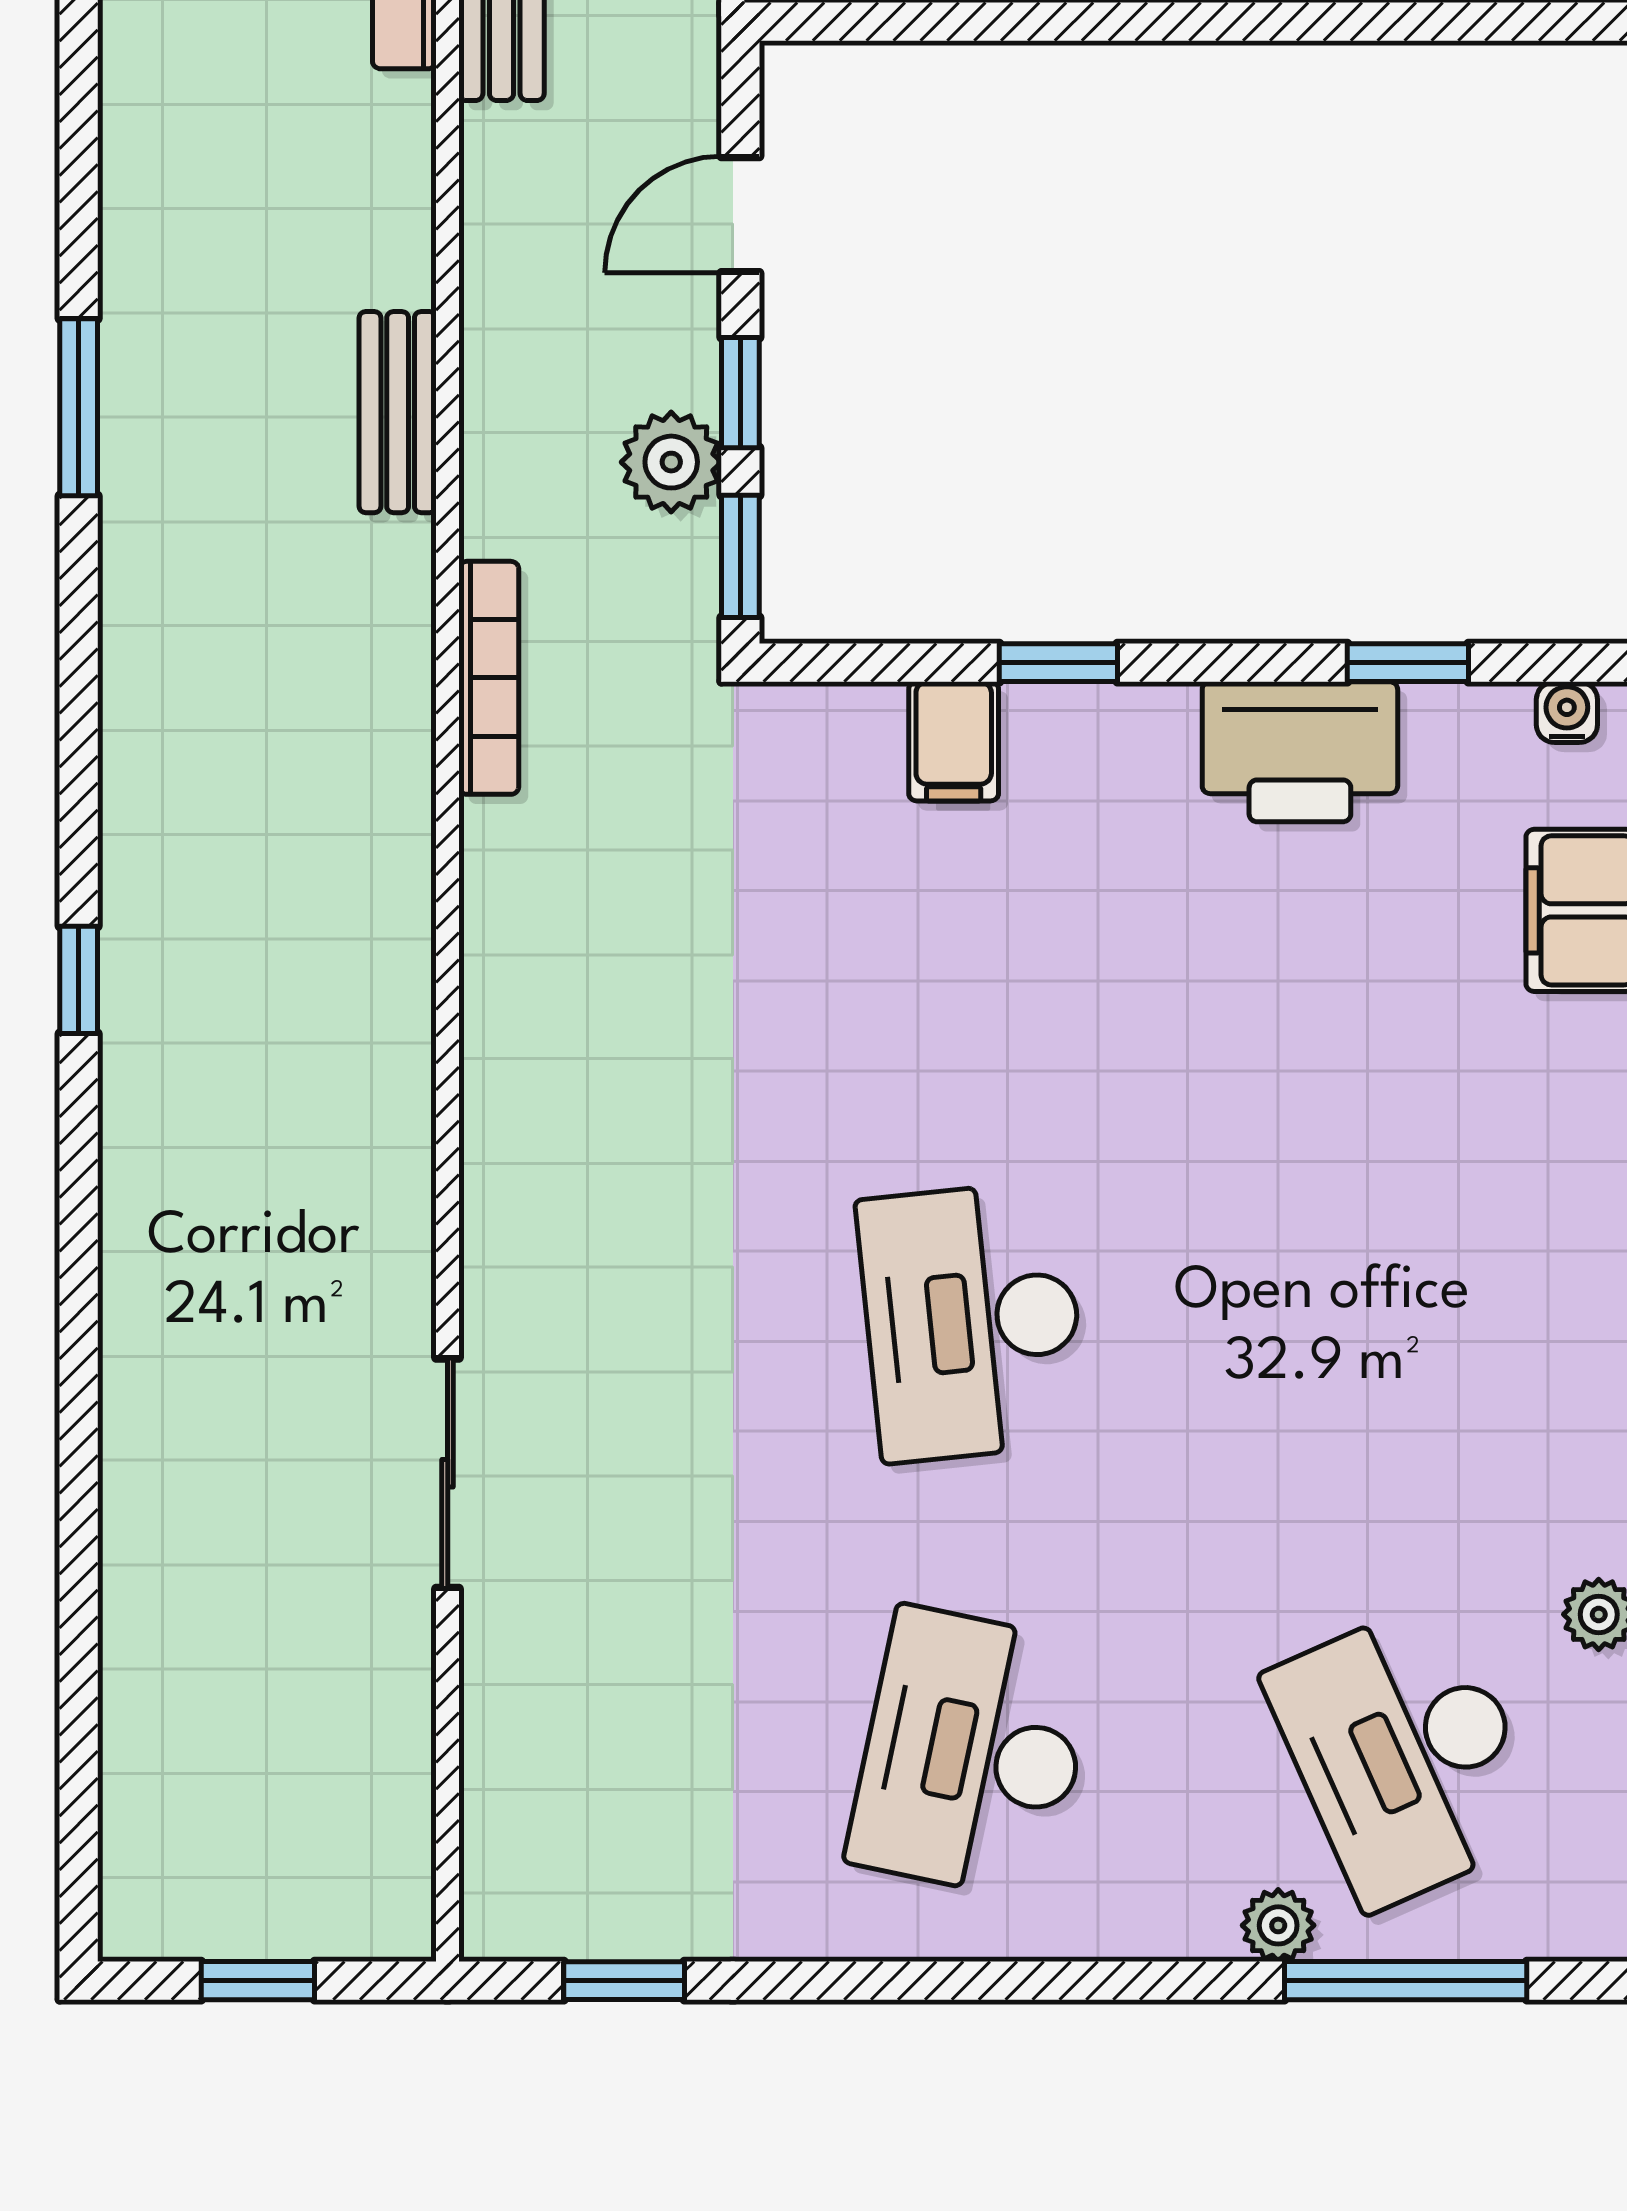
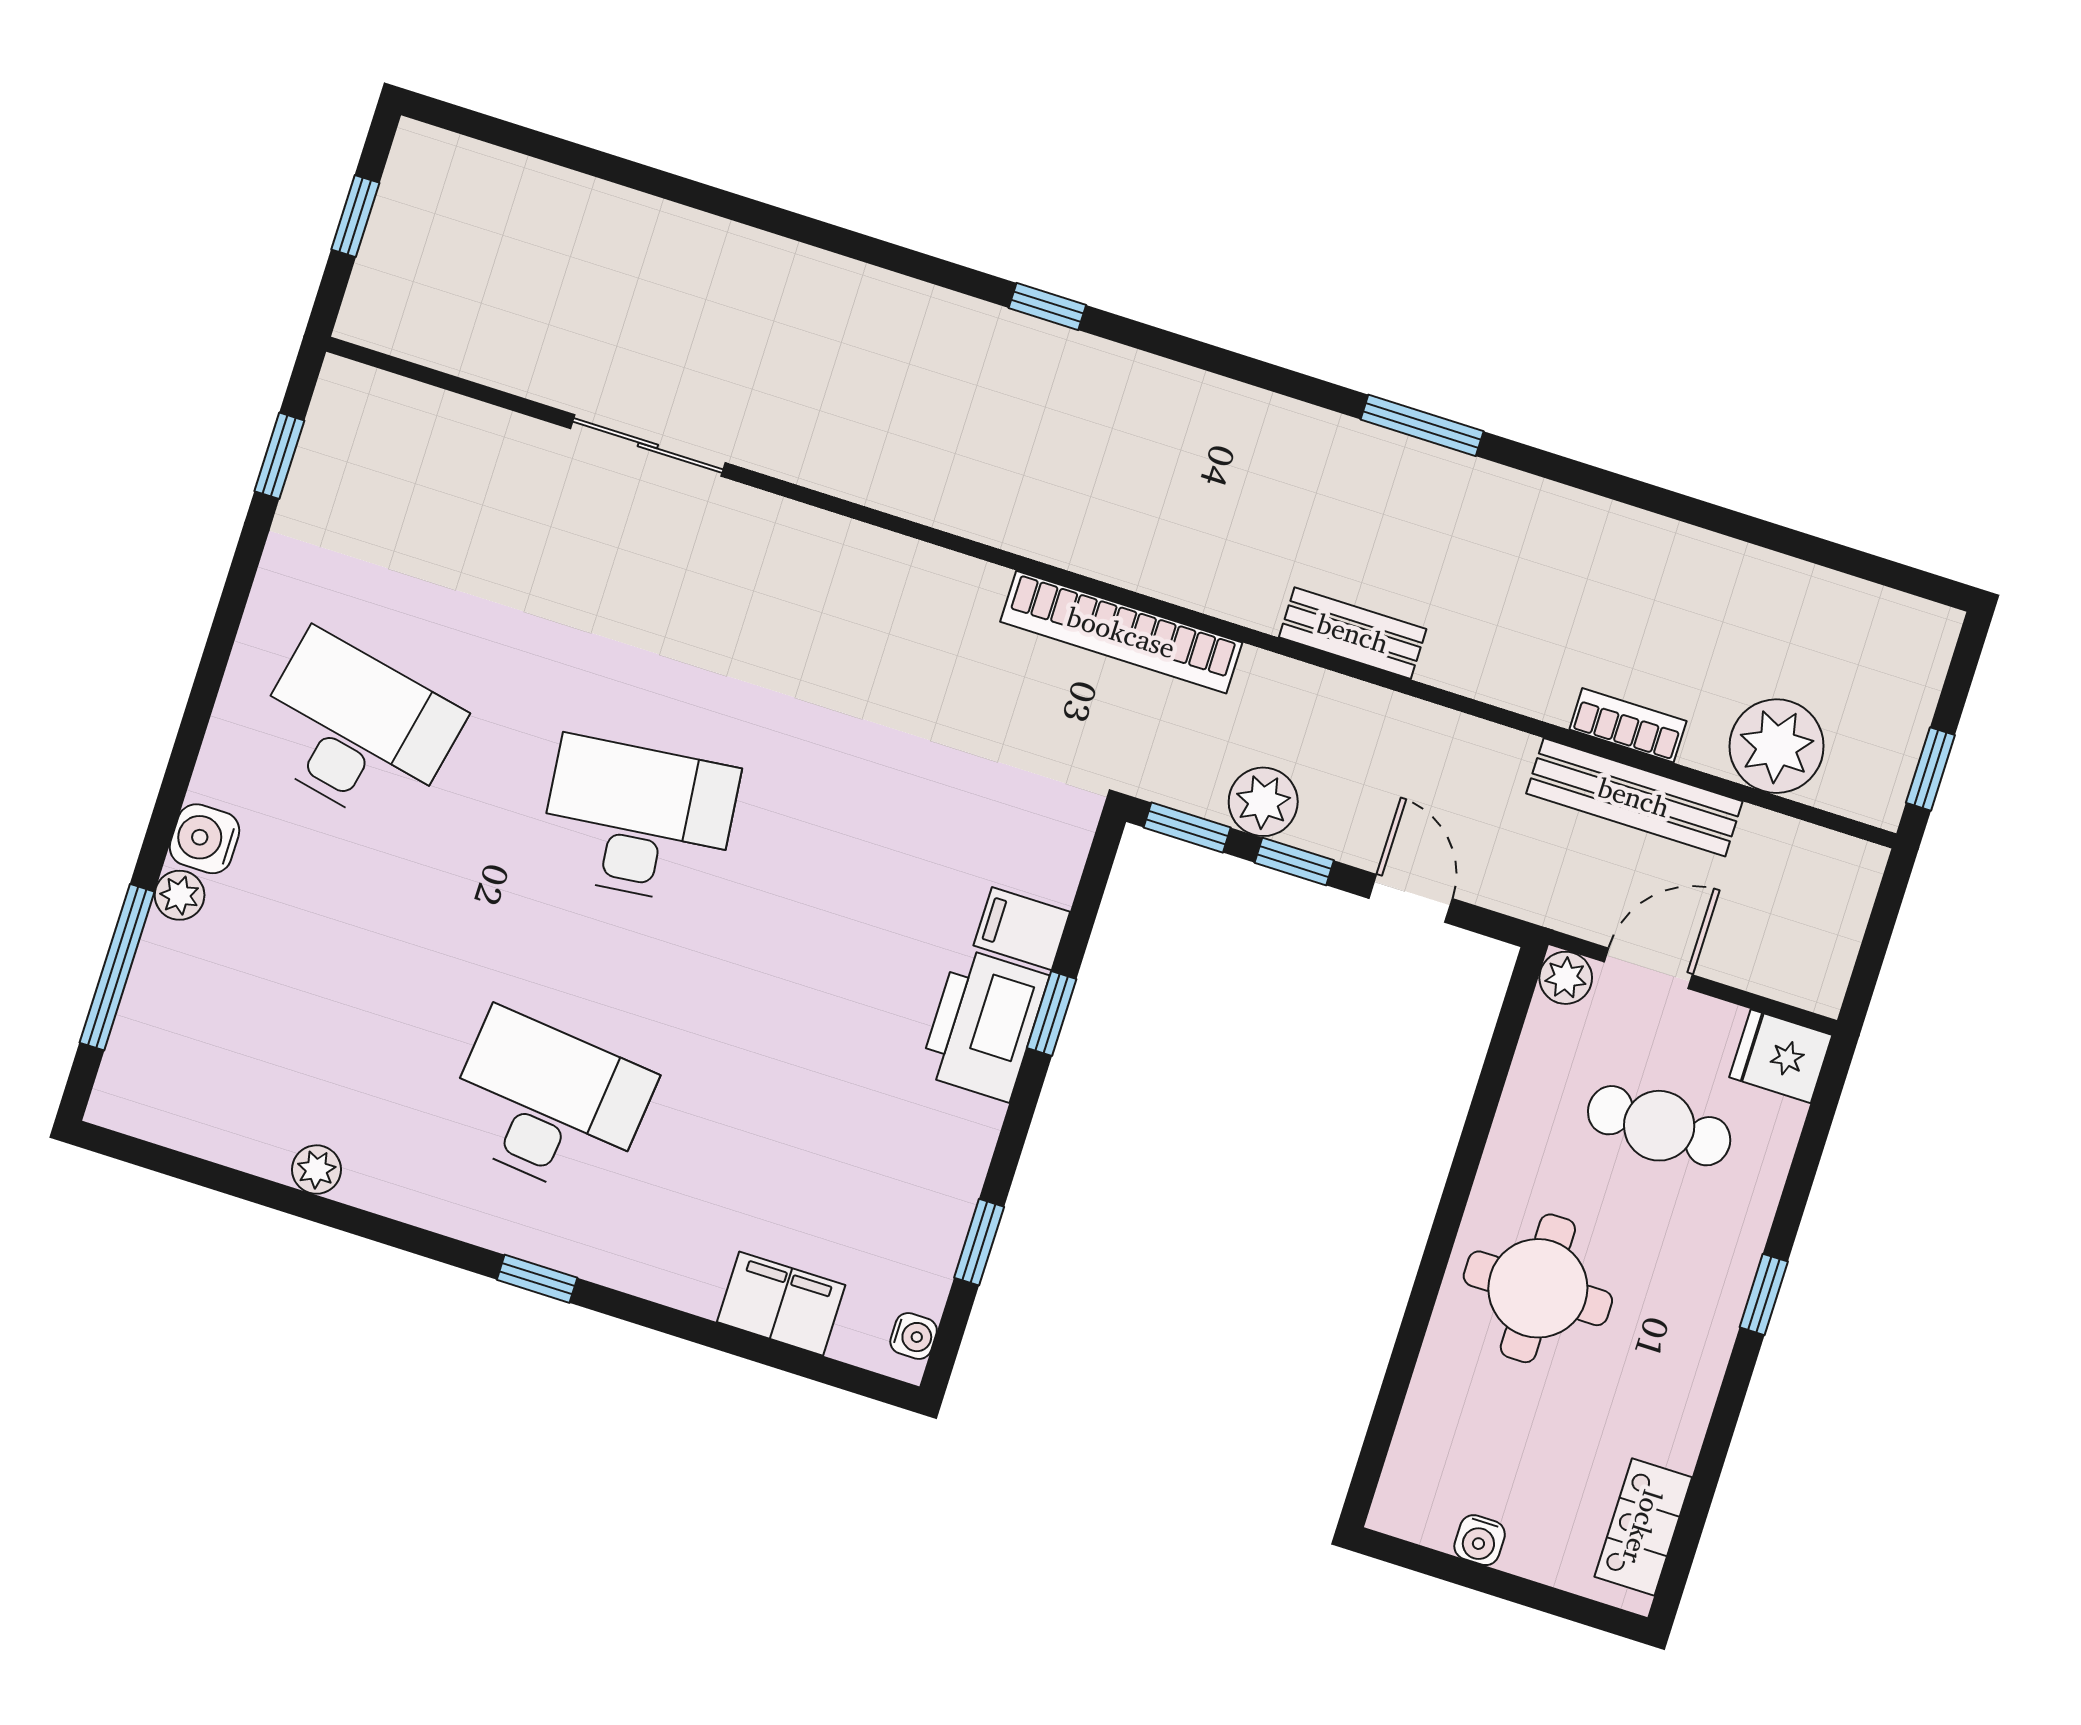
bookcase: (489, 678) -> (1121, 632), width x1.48, depth x1.31
printer: (1300, 752) -> (984, 1025), moved
desk: (1406, 1754) -> (548, 1104), moved, turned 30
water cooler: (1189, 1916) -> (205, 839), added

